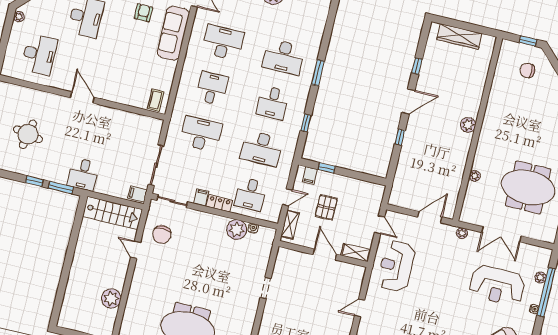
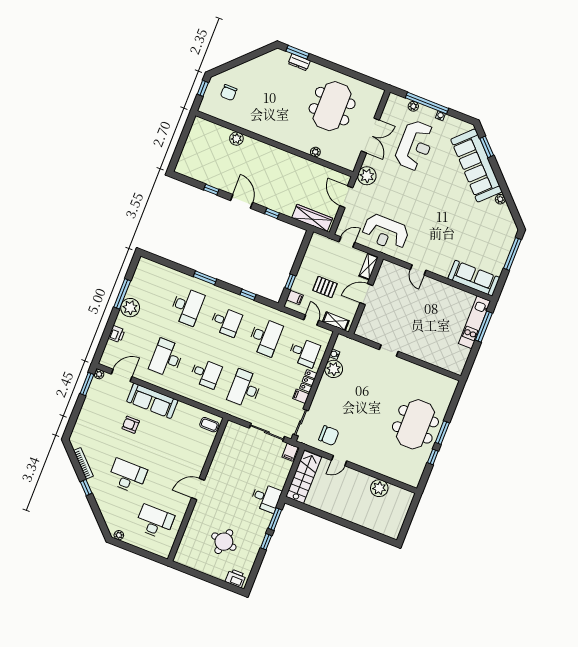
wardrobe: (459, 37) -> (312, 218), moved, turned -90
desk: (212, 88) -> (206, 373), turned 180
plant: (468, 125) -> (236, 139), moved
plant: (462, 233) -> (367, 176), width x1.87, depth x1.87

